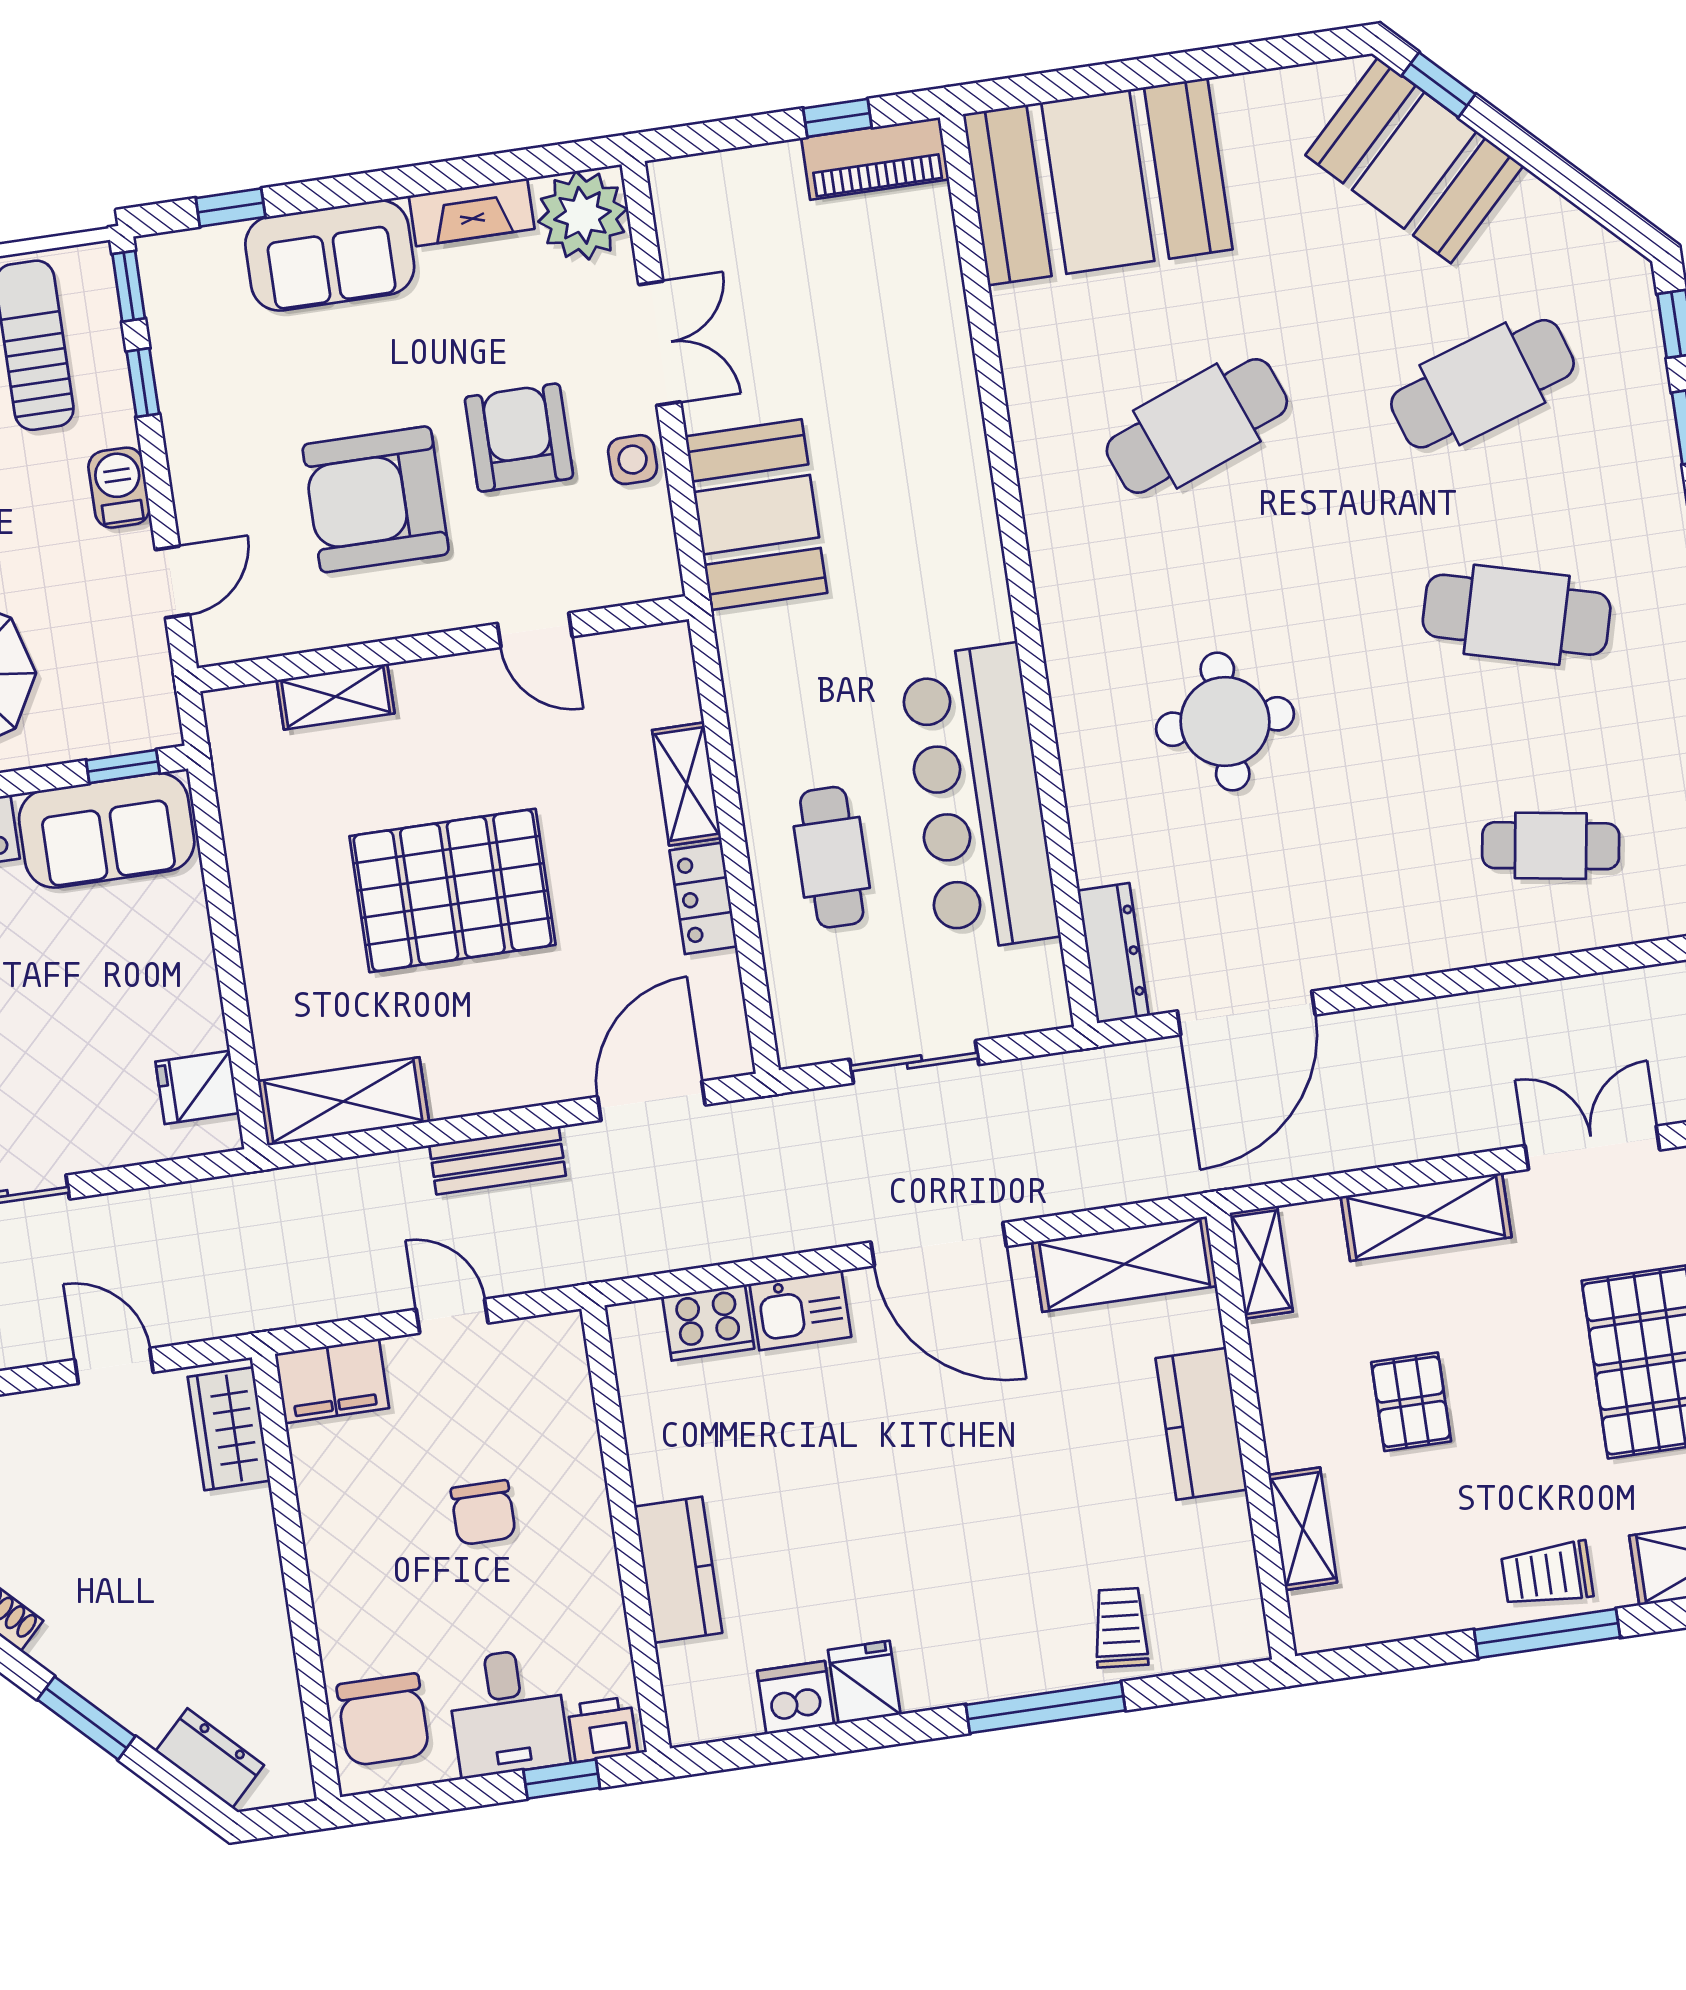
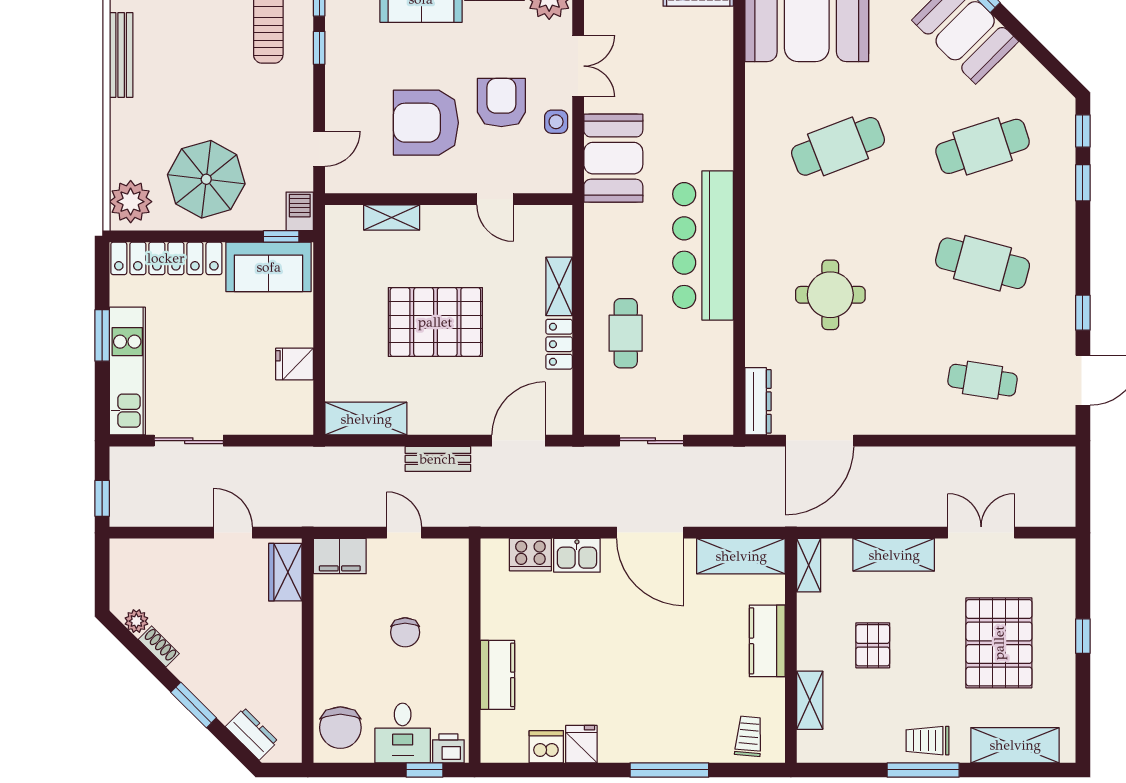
barbecue: (119, 488) -> (300, 211), moved
bar counter: (979, 798) -> (703, 246), moved
fridge: (197, 1087) -> (295, 364), moved
trolley: (1121, 1628) -> (749, 736), moved

